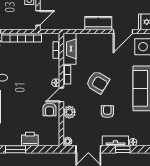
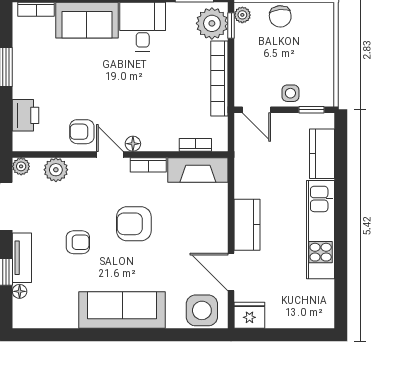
armchair: (98, 82) -> (134, 224), turned 59
plant: (69, 112) -> (56, 170), moved
printer: (30, 139) -> (26, 115), moved

